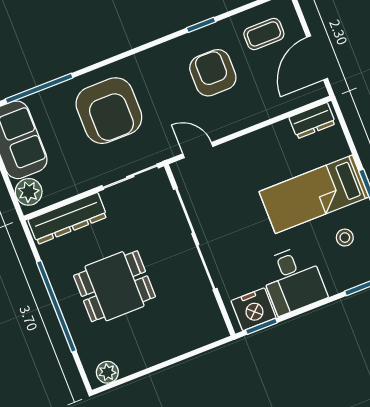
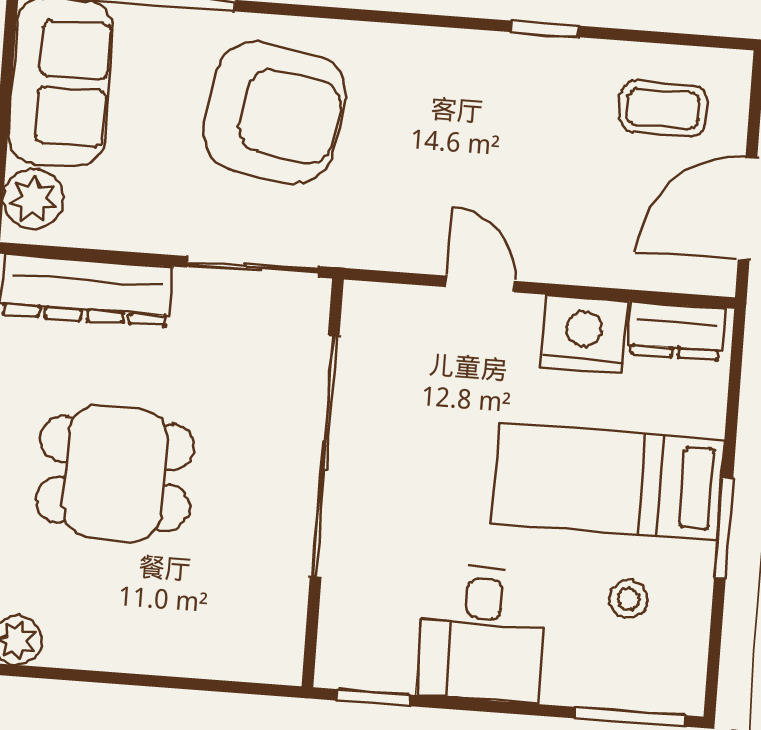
armchair: (213, 73) -> (522, 137), removed
armchair: (109, 111) -> (275, 112), turned -81
door: (198, 150) -> (480, 284), moved
nightstand: (254, 309) -> (584, 334), moved, turned 180

